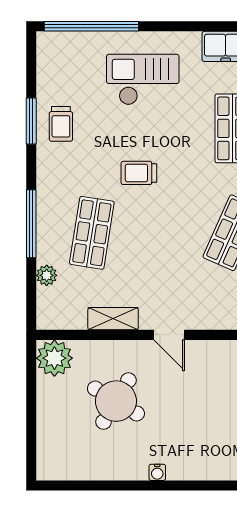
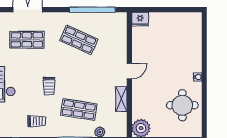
trolley: (61, 124) -> (37, 121), moved
round table: (116, 401) -> (182, 105), moved, turned -31

